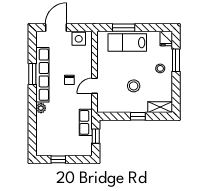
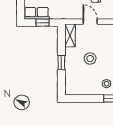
shelving: (160, 107) -> (70, 35), moved
row of seats: (86, 122) -> (37, 13), moved

